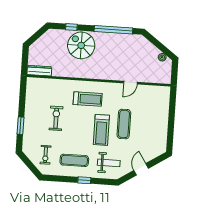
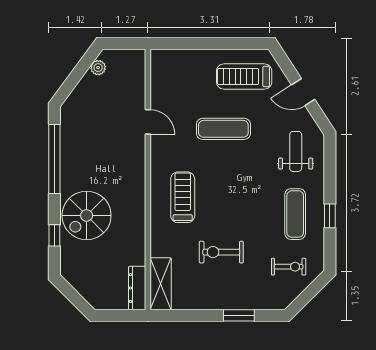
shelving: (41, 84) -> (161, 284), added
treadmill: (101, 130) -> (244, 76), moved, turned 180
window: (84, 180) -> (330, 216), moved

